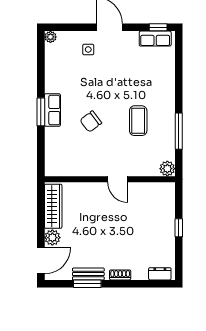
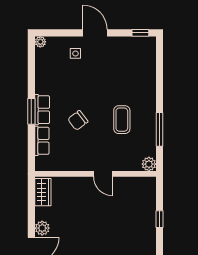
row of seats: (155, 39) -> (42, 141), moved, turned -90
wardrobe: (53, 206) -> (43, 192), width x0.67

